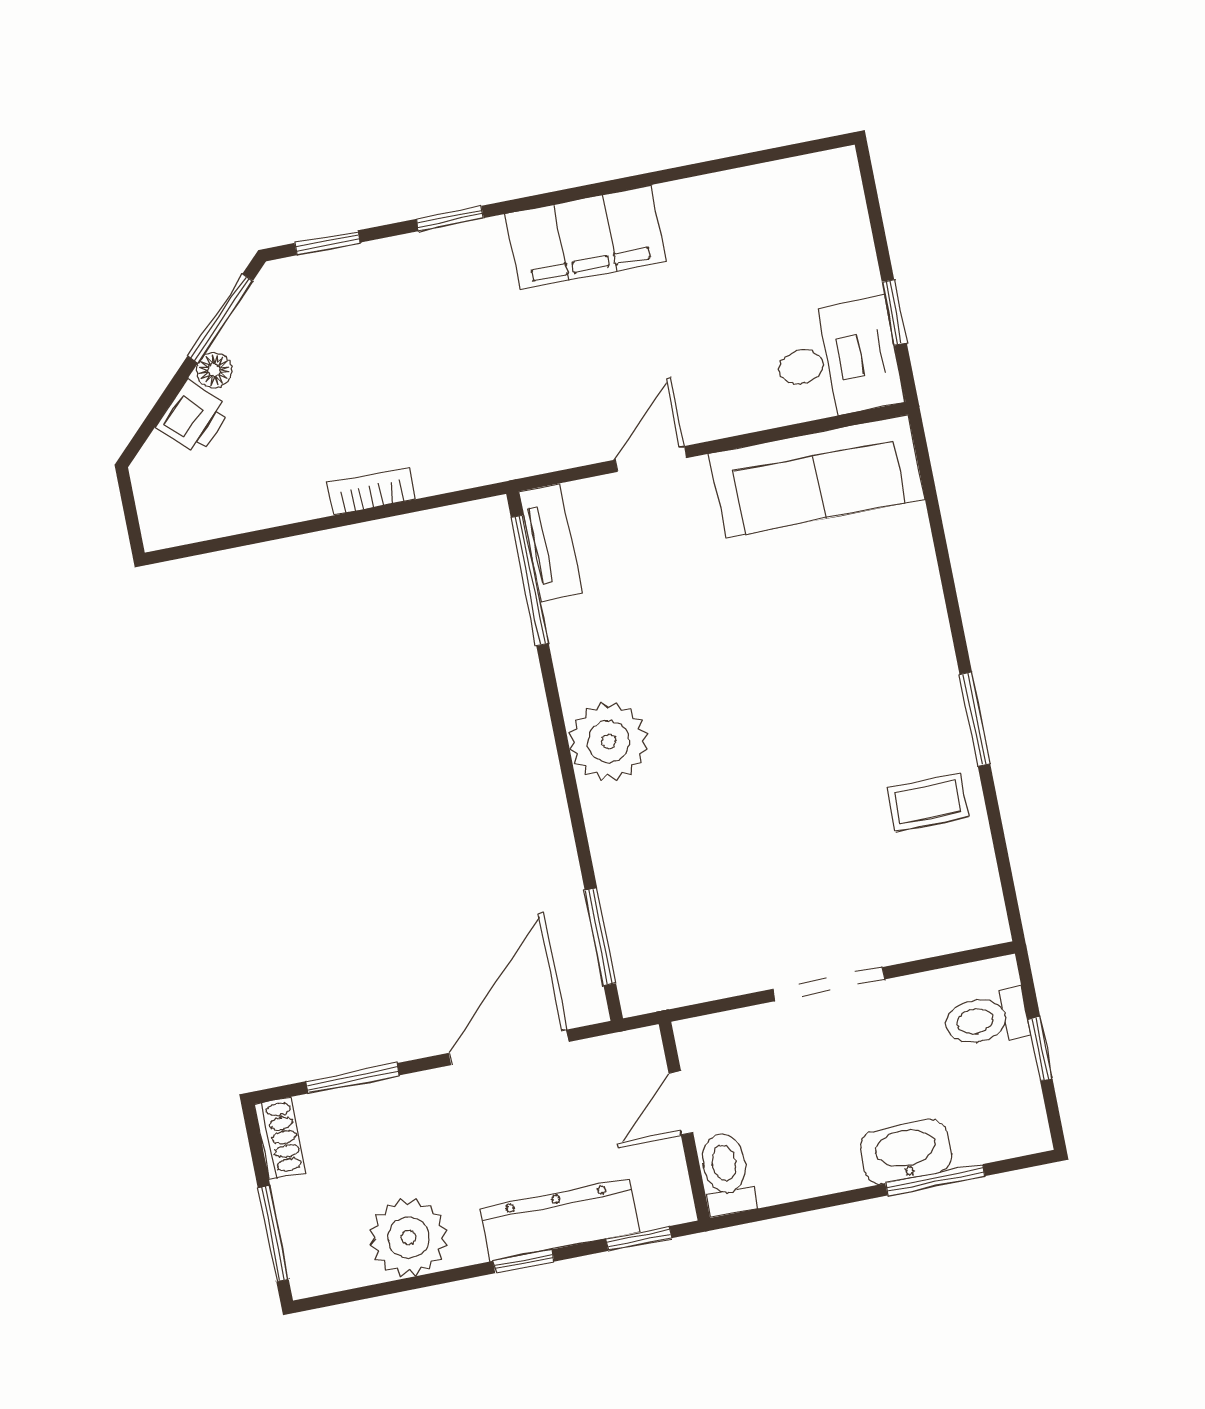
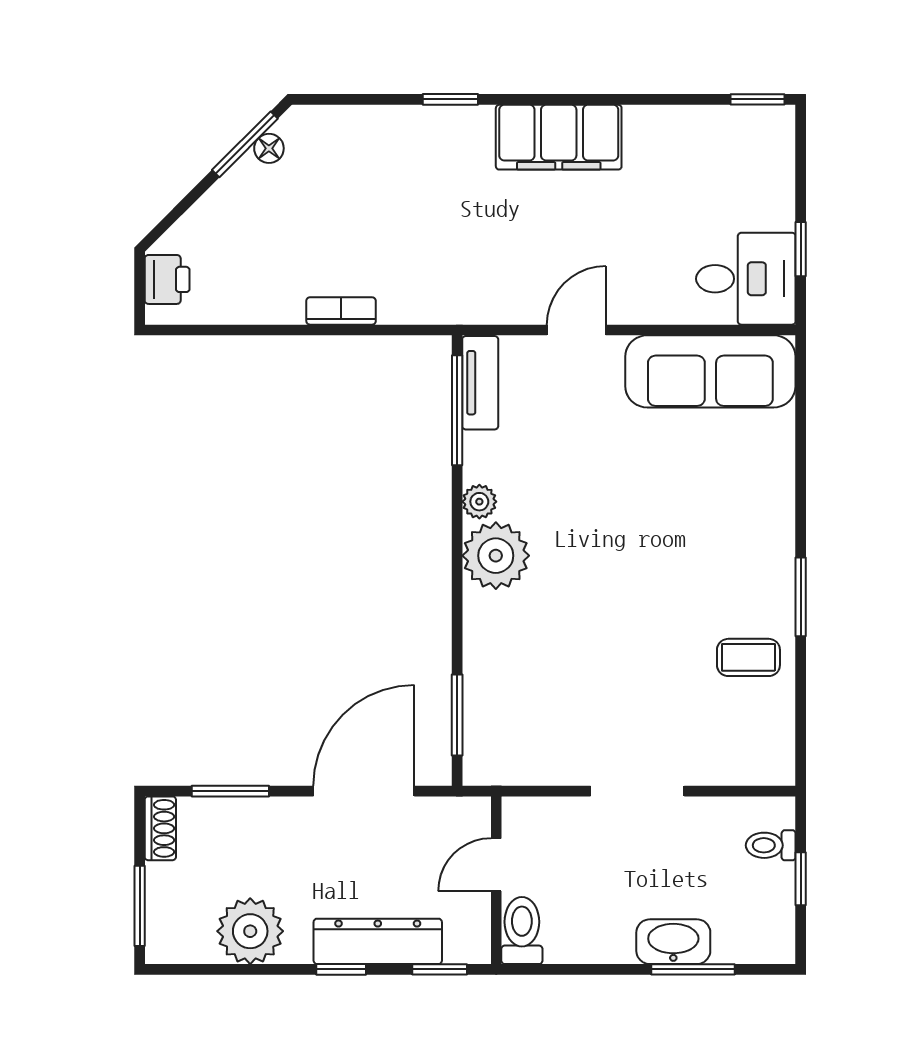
window: (327, 243) -> (758, 99), moved
floor lamp: (214, 370) -> (269, 148), moved
printer: (193, 417) -> (167, 279), moved, turned -45
plant: (577, 682) -> (479, 502), added
toilet: (986, 1019) -> (771, 845), width x0.73, depth x0.72

